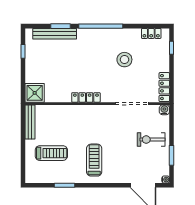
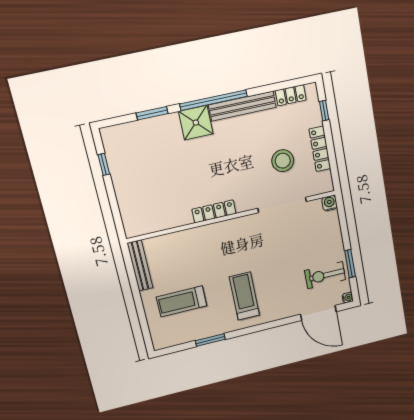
bench: (55, 34) -> (242, 106), moved
stool: (124, 60) -> (283, 161), moved
locker: (164, 87) -> (320, 149), moved
shower: (35, 93) -> (196, 123), moved
exercise bike: (151, 140) -> (325, 275), moved
treadmill: (51, 153) -> (182, 301), turned 180

